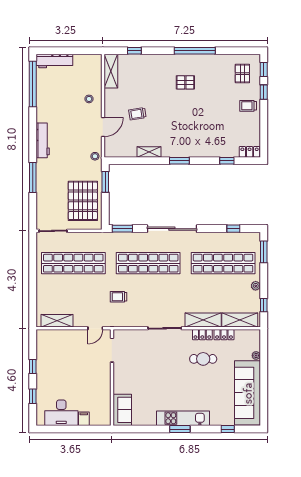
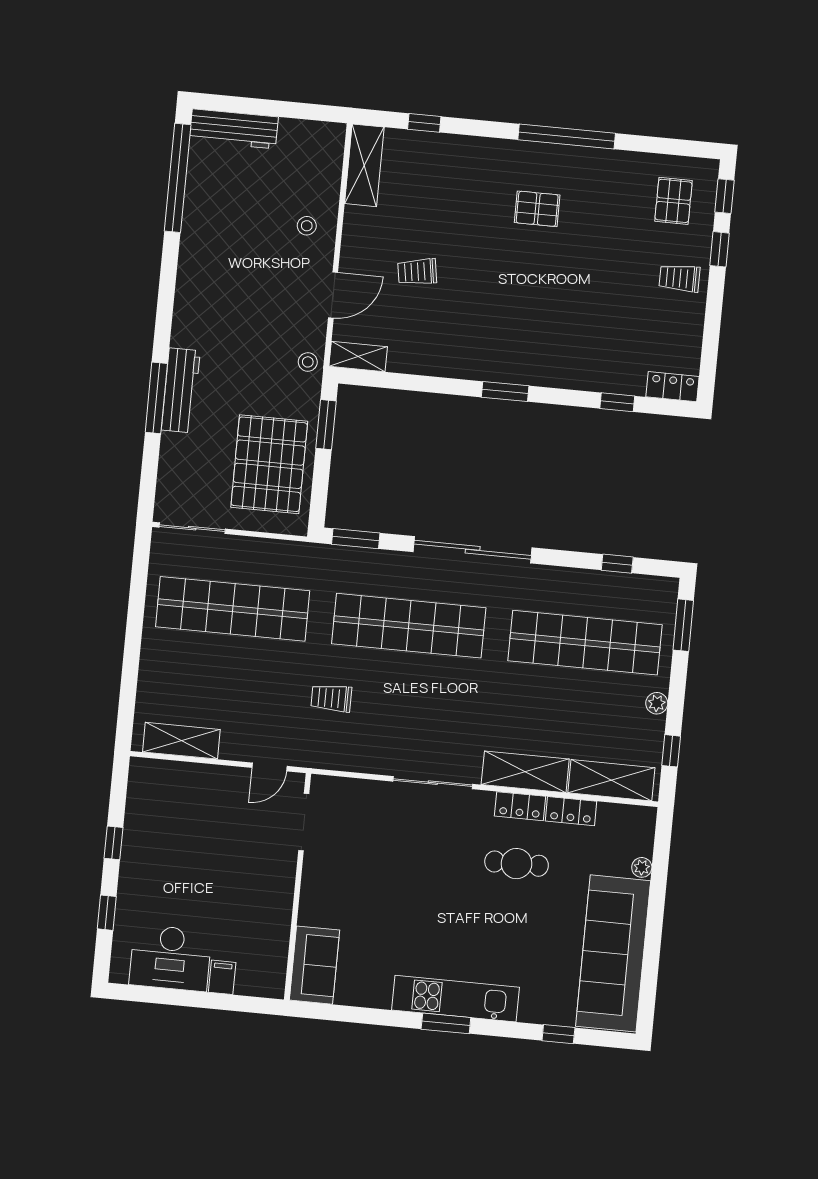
workbench: (43, 140) -> (181, 390), moved
shelving: (149, 152) -> (358, 357), moved

